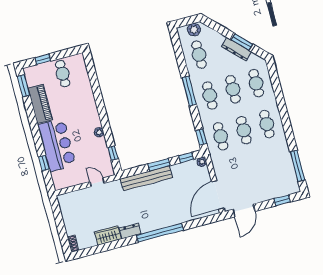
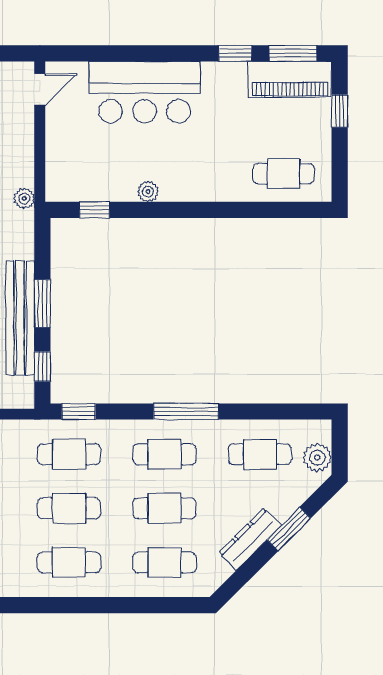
window: (242, 42) -> (289, 529), moved
cafe table: (63, 74) -> (283, 174), moved
piano: (40, 104) -> (290, 79), moved
plant: (202, 162) -> (24, 198), moved
window: (44, 163) -> (235, 53), moved
bench: (146, 178) -> (20, 318), moved
door: (97, 182) -> (40, 89), moved

